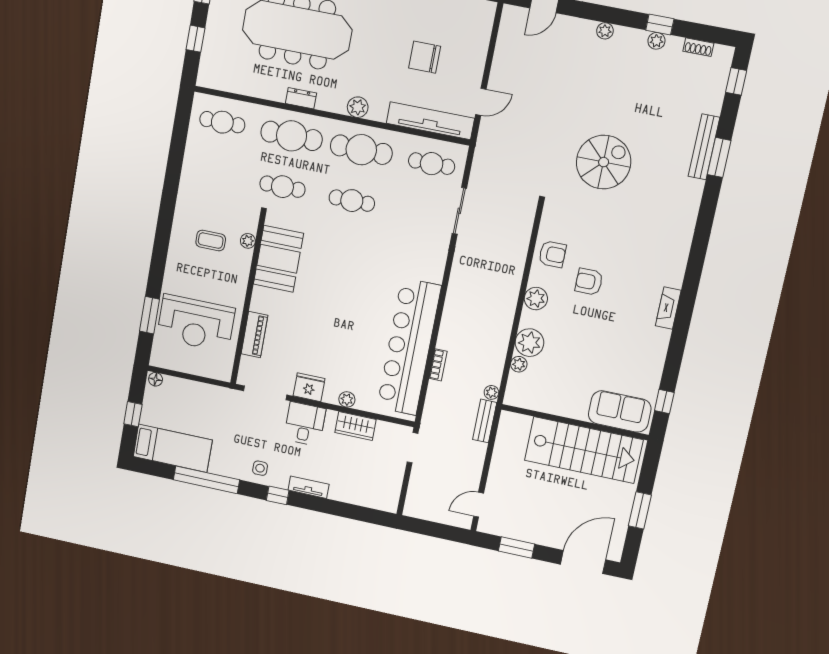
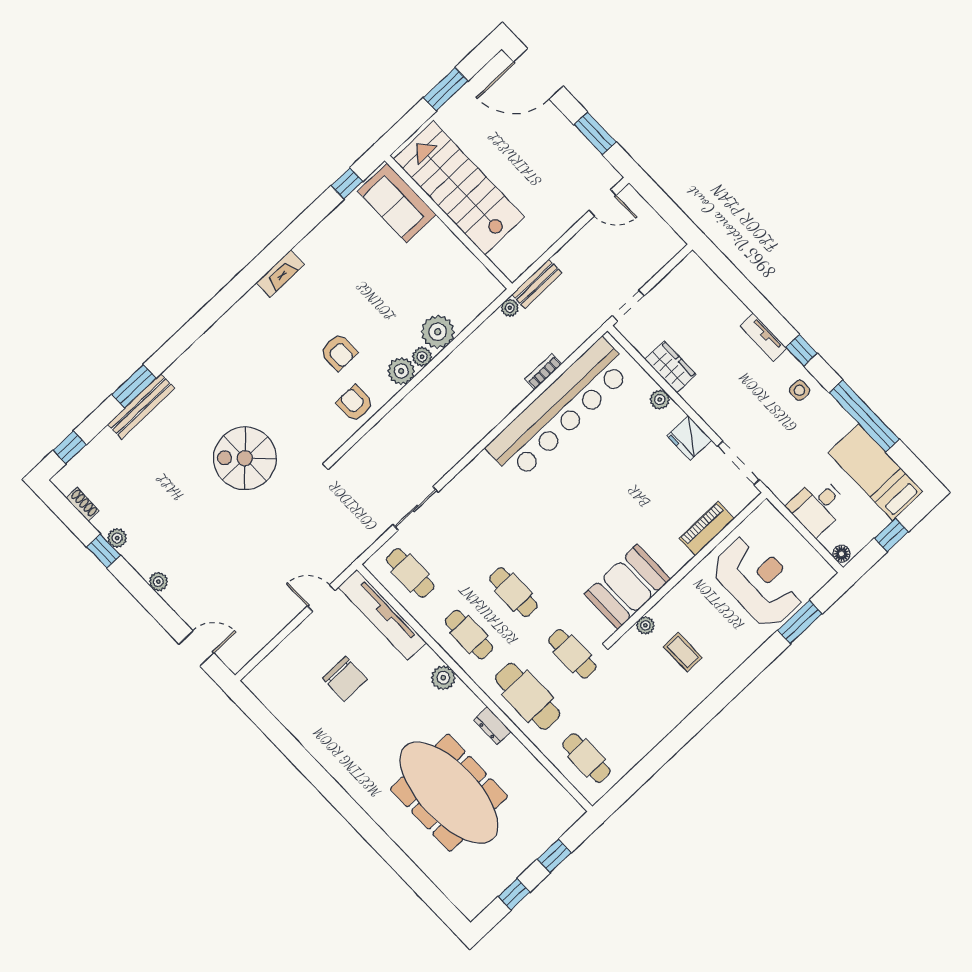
cafe table: (361, 150) -> (469, 635), width x0.73, depth x0.74
plant: (519, 364) -> (422, 357), moved
desk: (305, 424) -> (818, 506), moved

